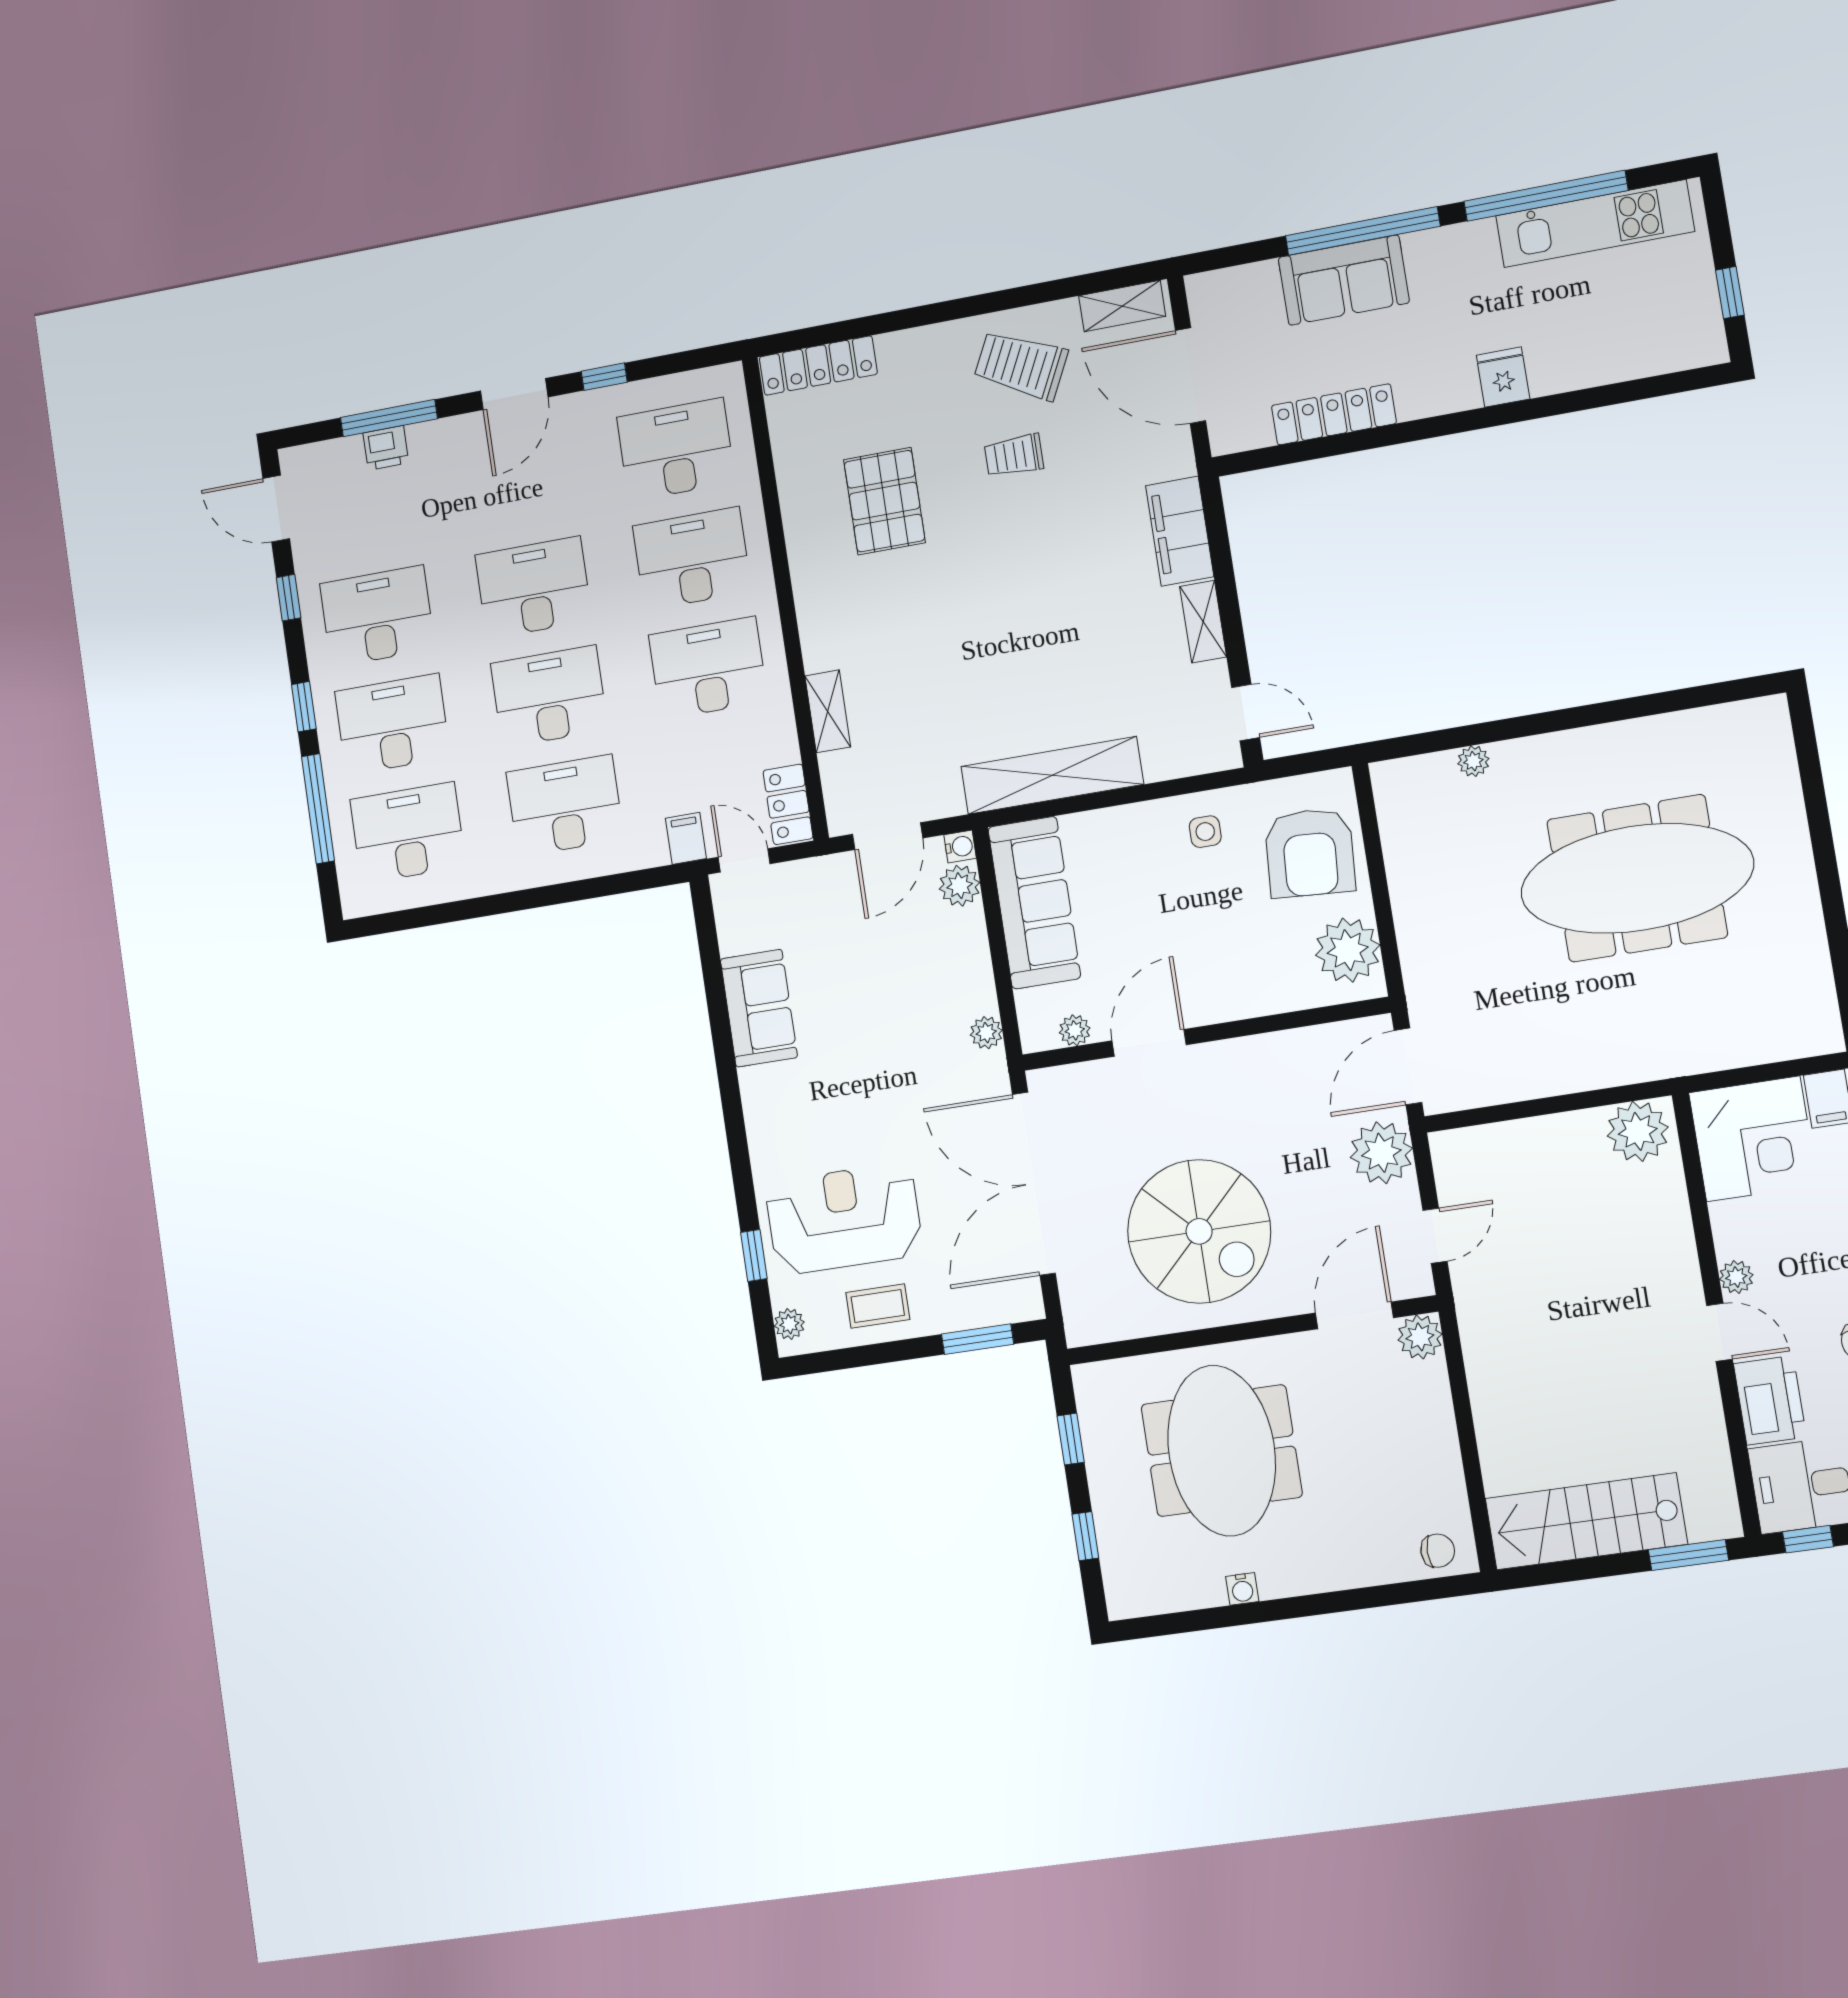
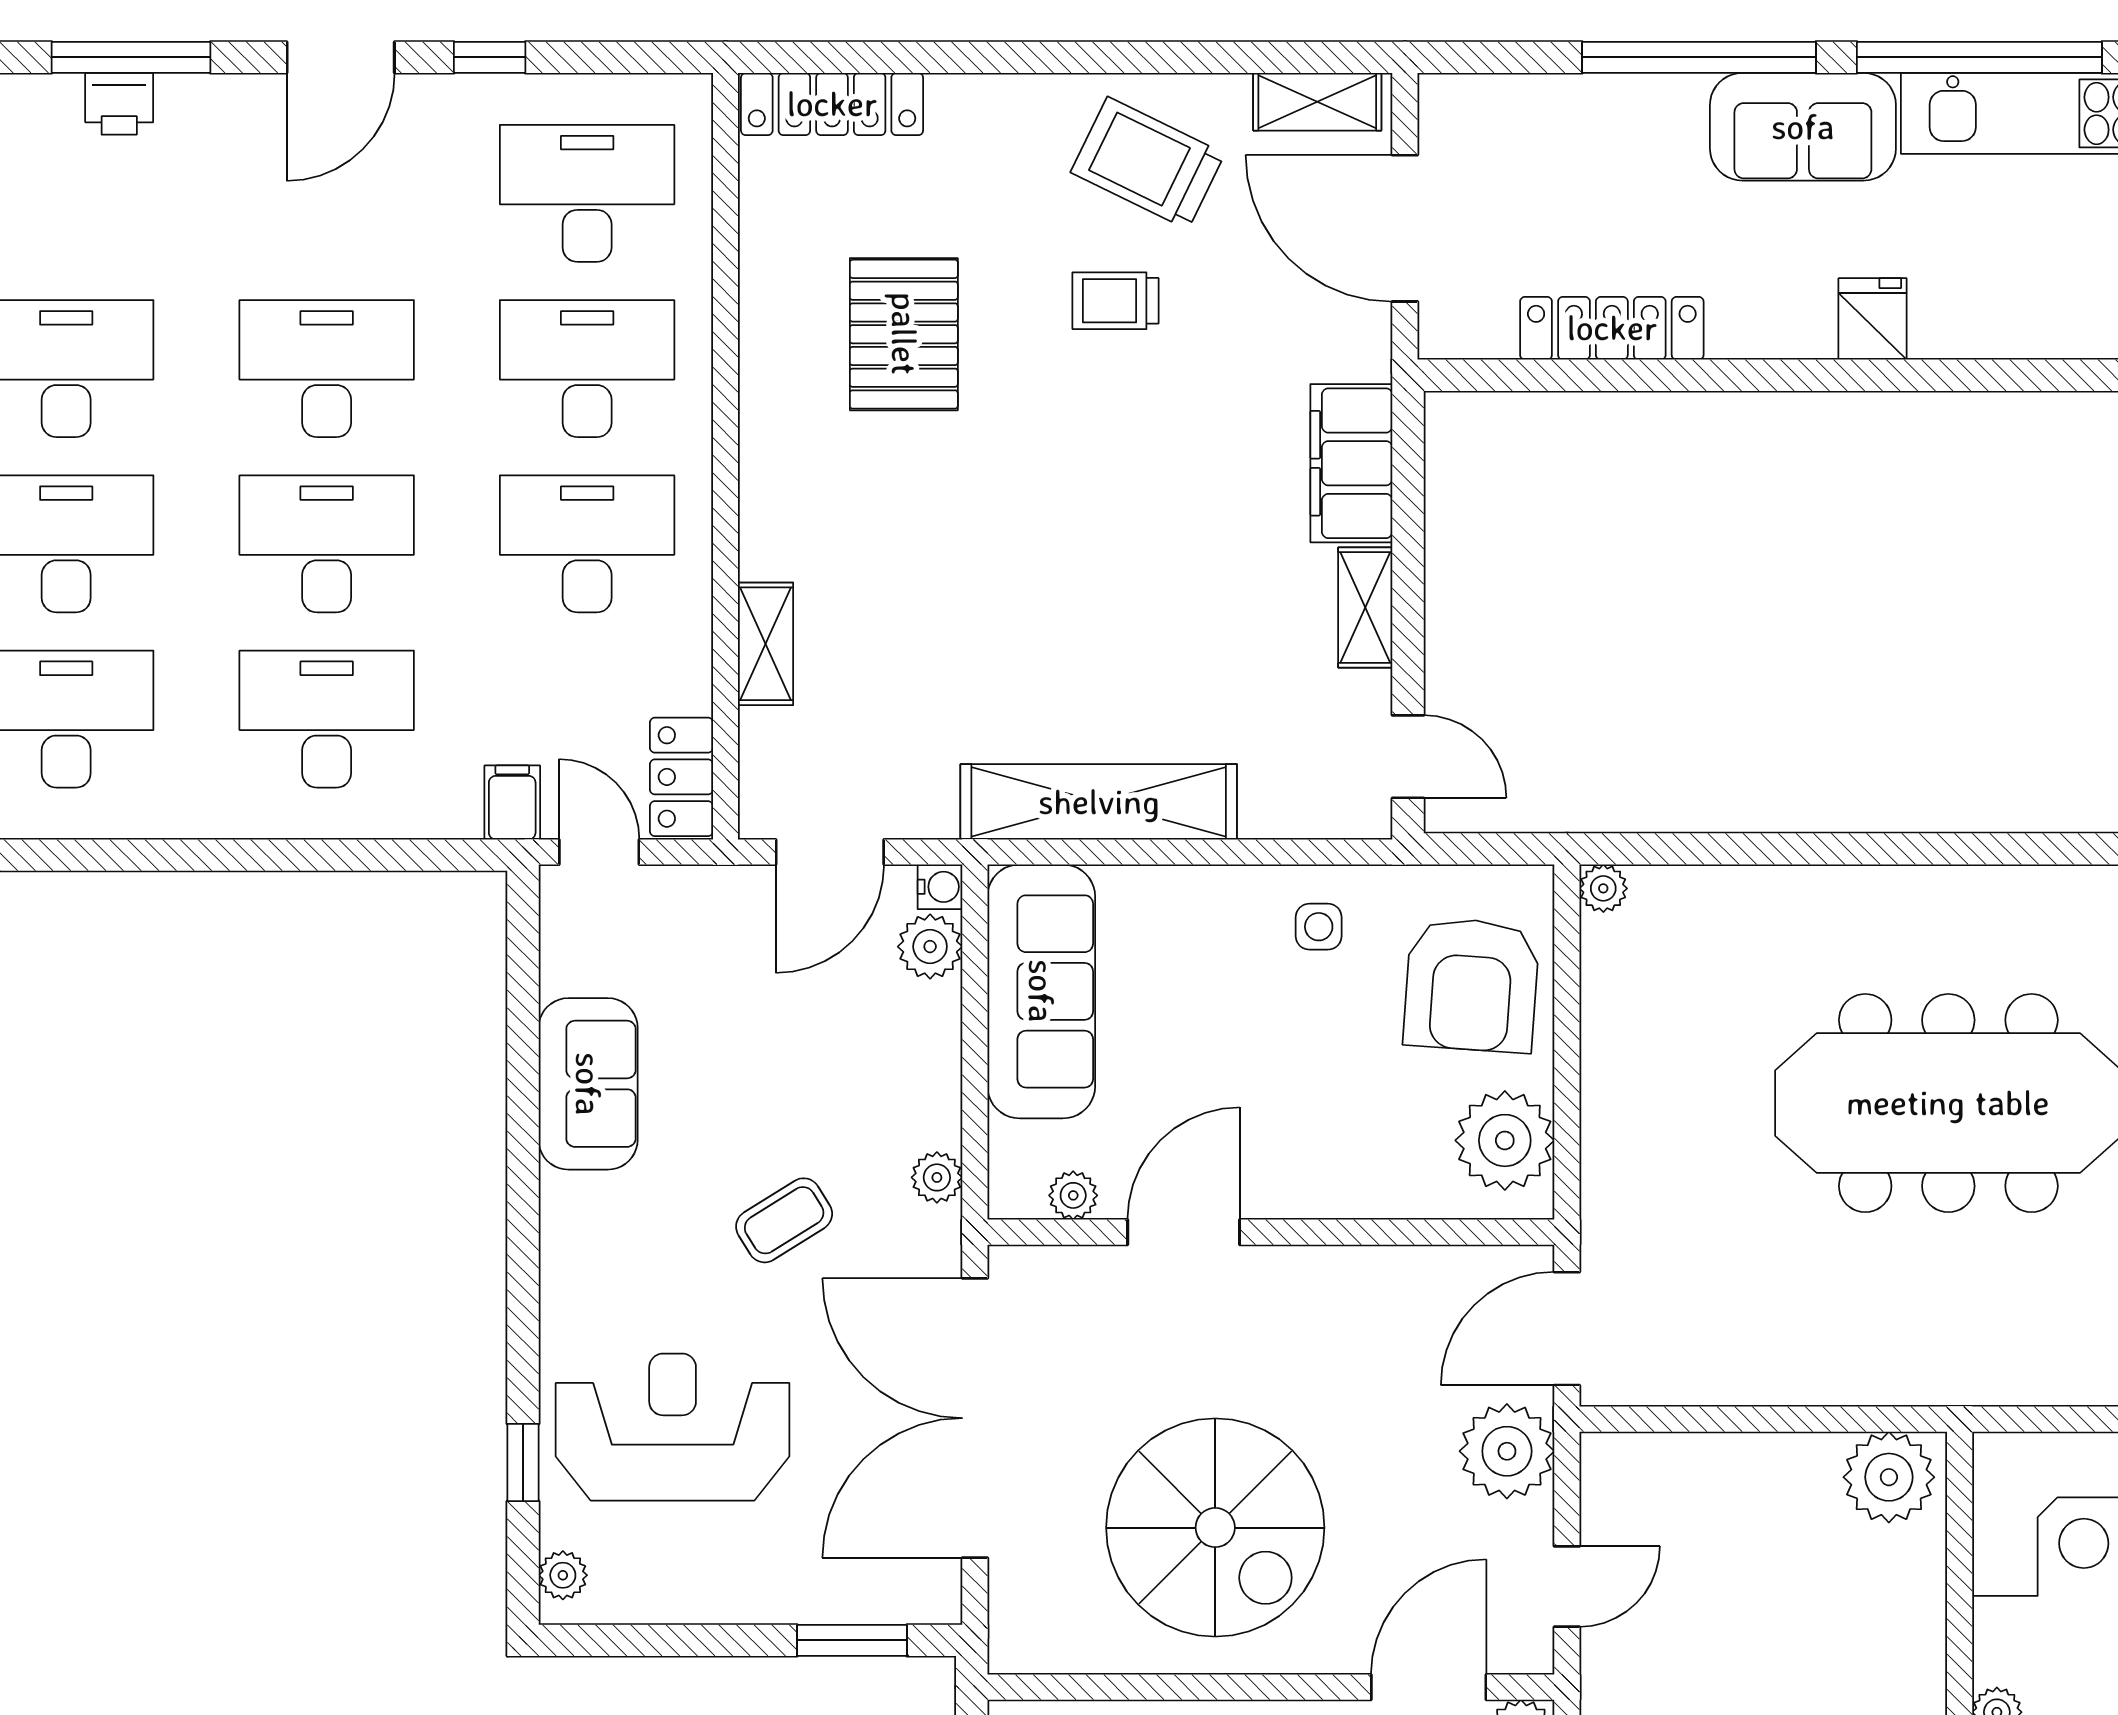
sofa: (1344, 280) -> (1803, 127), moved
plant: (1473, 761) -> (1603, 888), moved
coffee table: (878, 1306) -> (784, 1220), moved, turned -32

